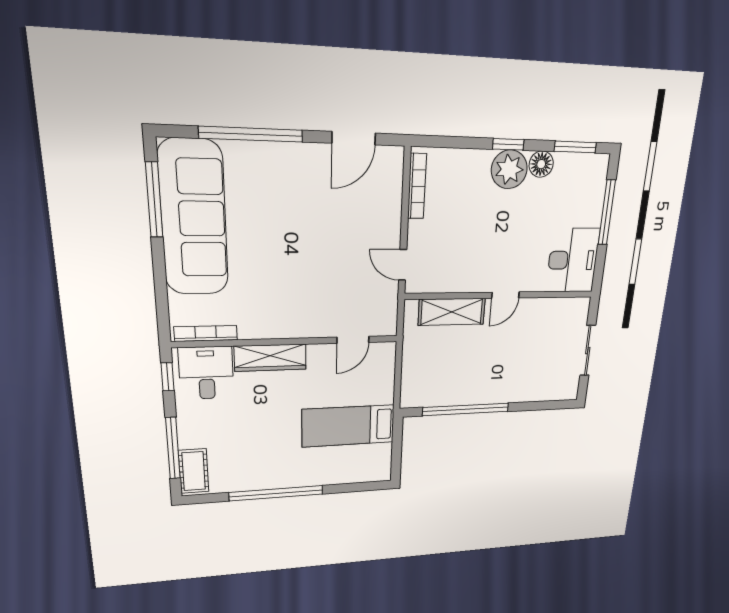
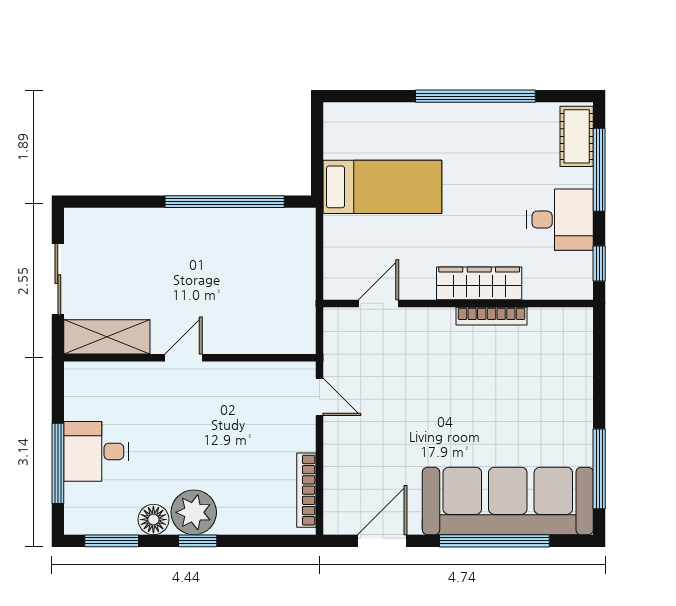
sofa: (194, 218) -> (508, 501), moved, turned 90
desk: (573, 260) -> (96, 451), moved, width x0.73
shelving: (452, 312) -> (107, 337), moved
bookcase: (206, 333) -> (491, 316), moved
desk: (206, 373) -> (560, 220), moved, turned -90

